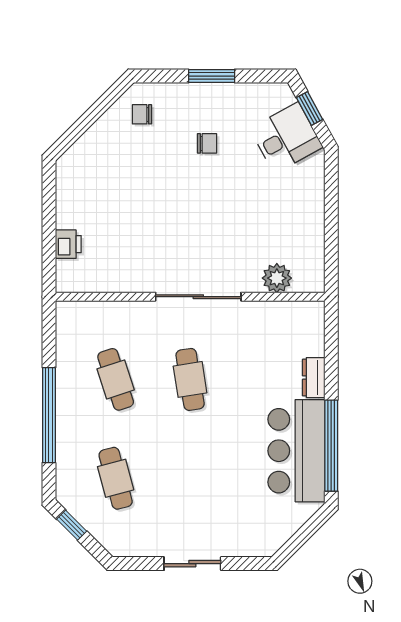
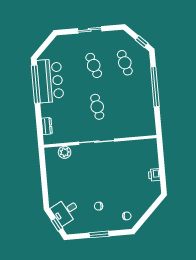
printer: (68, 244) -> (154, 175), moved
dresser: (314, 378) -> (47, 126), moved
cafe table: (116, 379) -> (94, 65), moved

